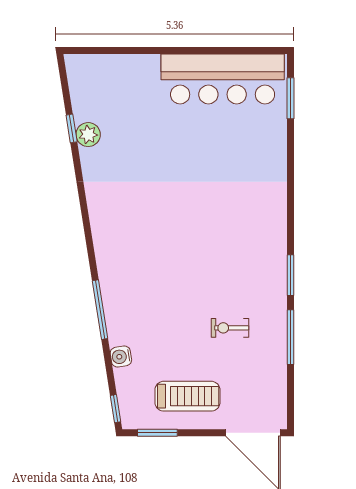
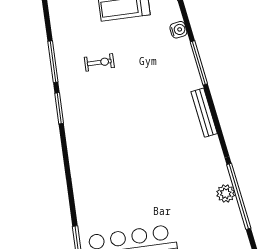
window: (72, 128) -> (239, 196), width x3.17
bench: (102, 244) -> (204, 113), added

